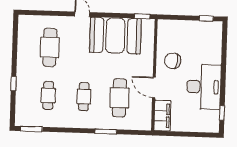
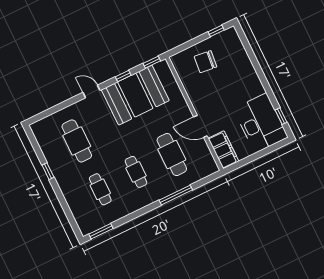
window: (114, 15) -> (123, 76), added
chair: (173, 61) -> (205, 62), moved
window: (14, 84) -> (48, 171), moved
desk: (204, 87) -> (261, 123), moved
window: (106, 131) -> (176, 195), width x1.44

